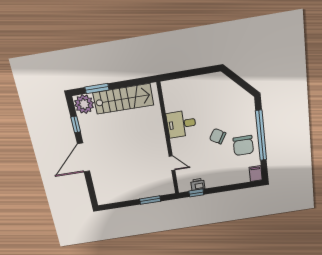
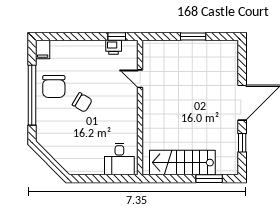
plant: (84, 104) -> (227, 164), removed
desk: (181, 124) -> (119, 159), moved, turned 90
chair: (243, 146) -> (54, 87), turned 180
window: (150, 200) -> (193, 37), moved

